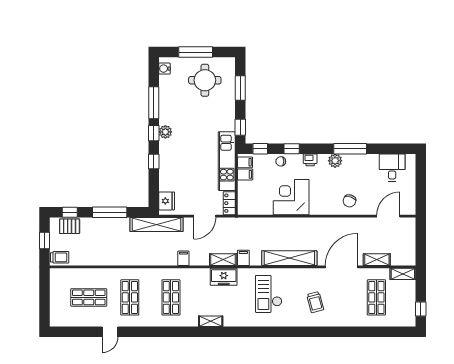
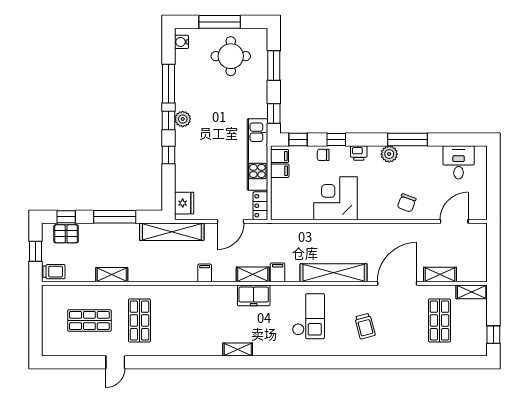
shelving: (107, 260) -> (112, 275), added
checkout: (269, 294) -> (308, 316), turned 180
shop shelf: (171, 297) -> (189, 320), removed

